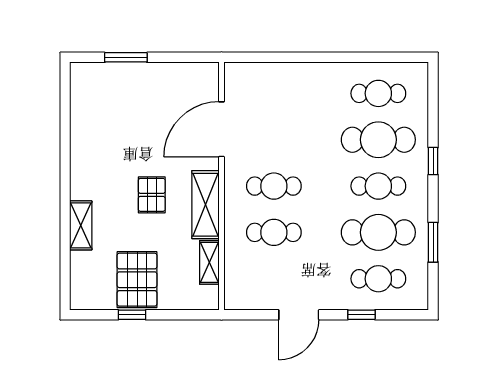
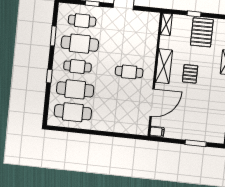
filing cabinet: (206, 72) -> (157, 132), added
cafe table: (378, 93) -> (73, 112), width x1.37, depth x1.35
cafe table: (274, 232) -> (131, 49), removed
shelving: (209, 262) -> (166, 24), moved
window: (132, 315) -> (194, 14), moved

